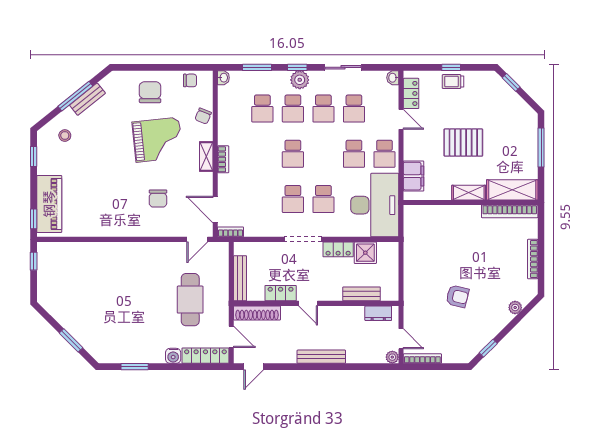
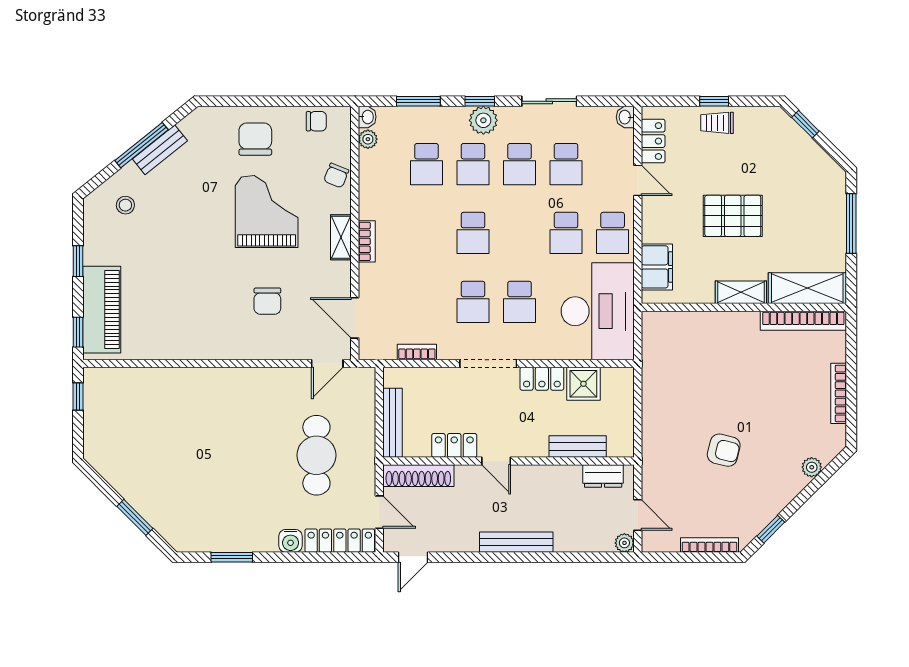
plant: (224, 92) -> (368, 139), added
grand piano: (157, 140) -> (267, 212), turned -84
window: (34, 157) -> (78, 261), moved
bookcase: (230, 232) -> (417, 352), moved
bookcase: (422, 359) -> (709, 545), moved

